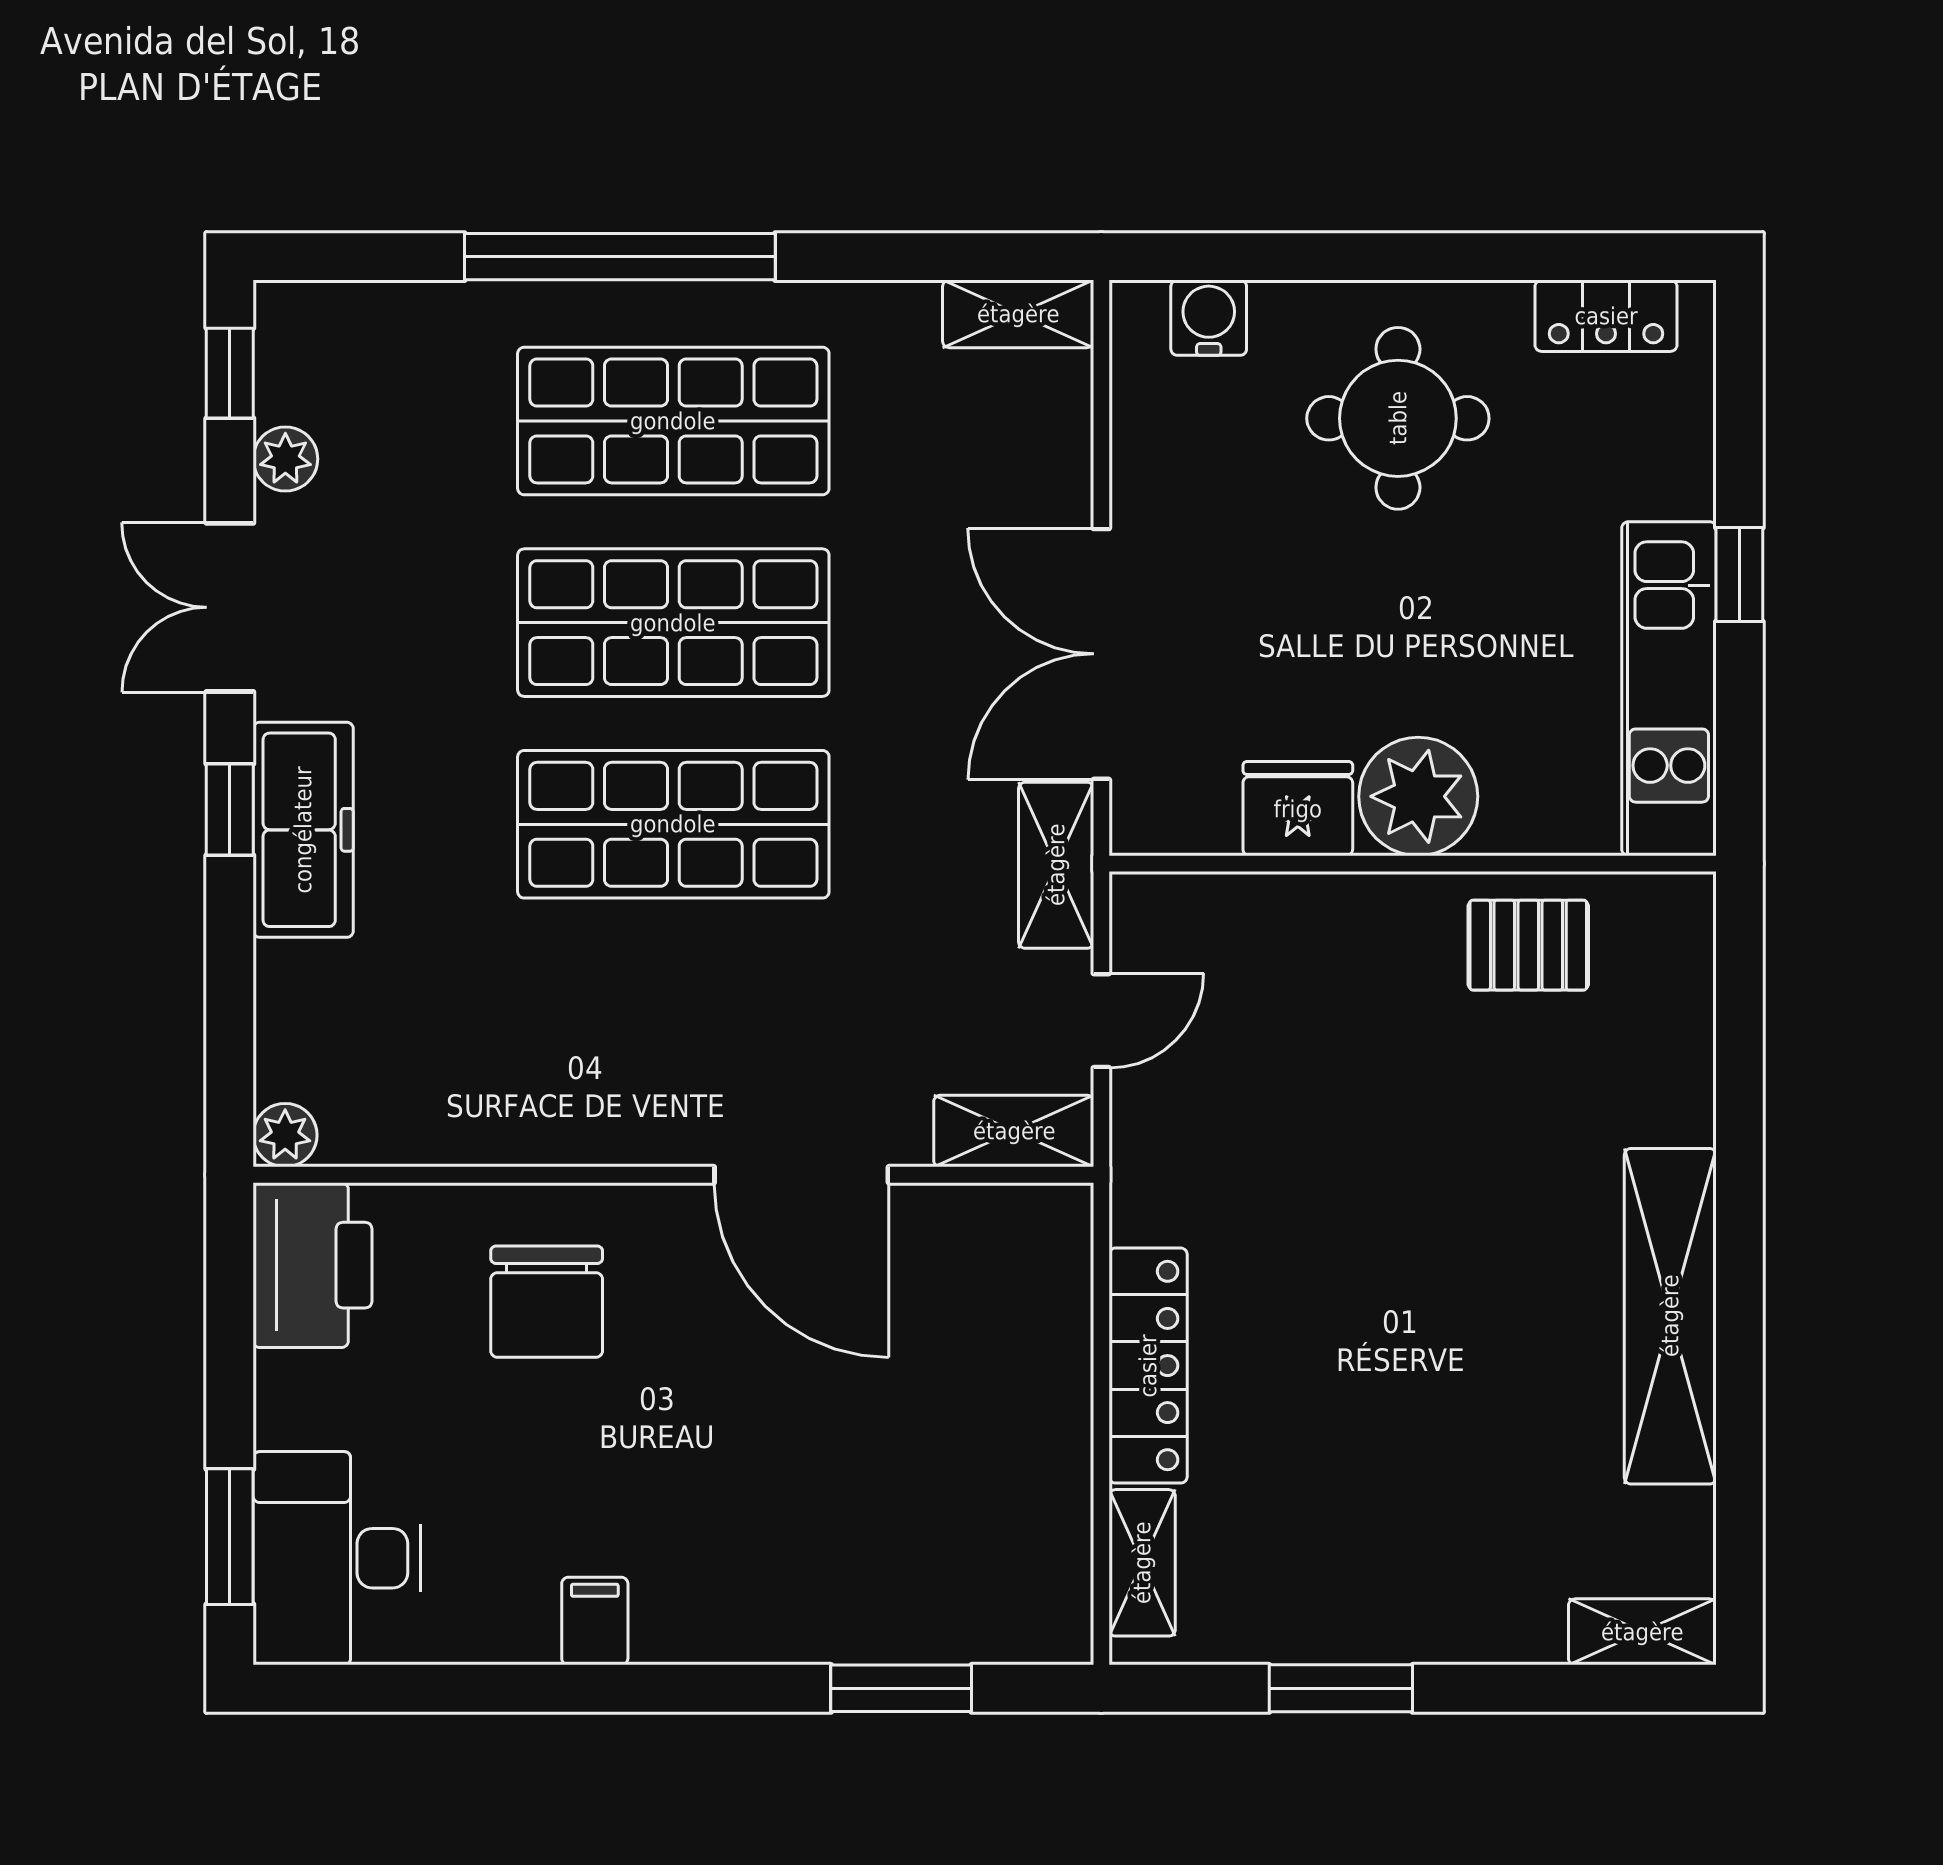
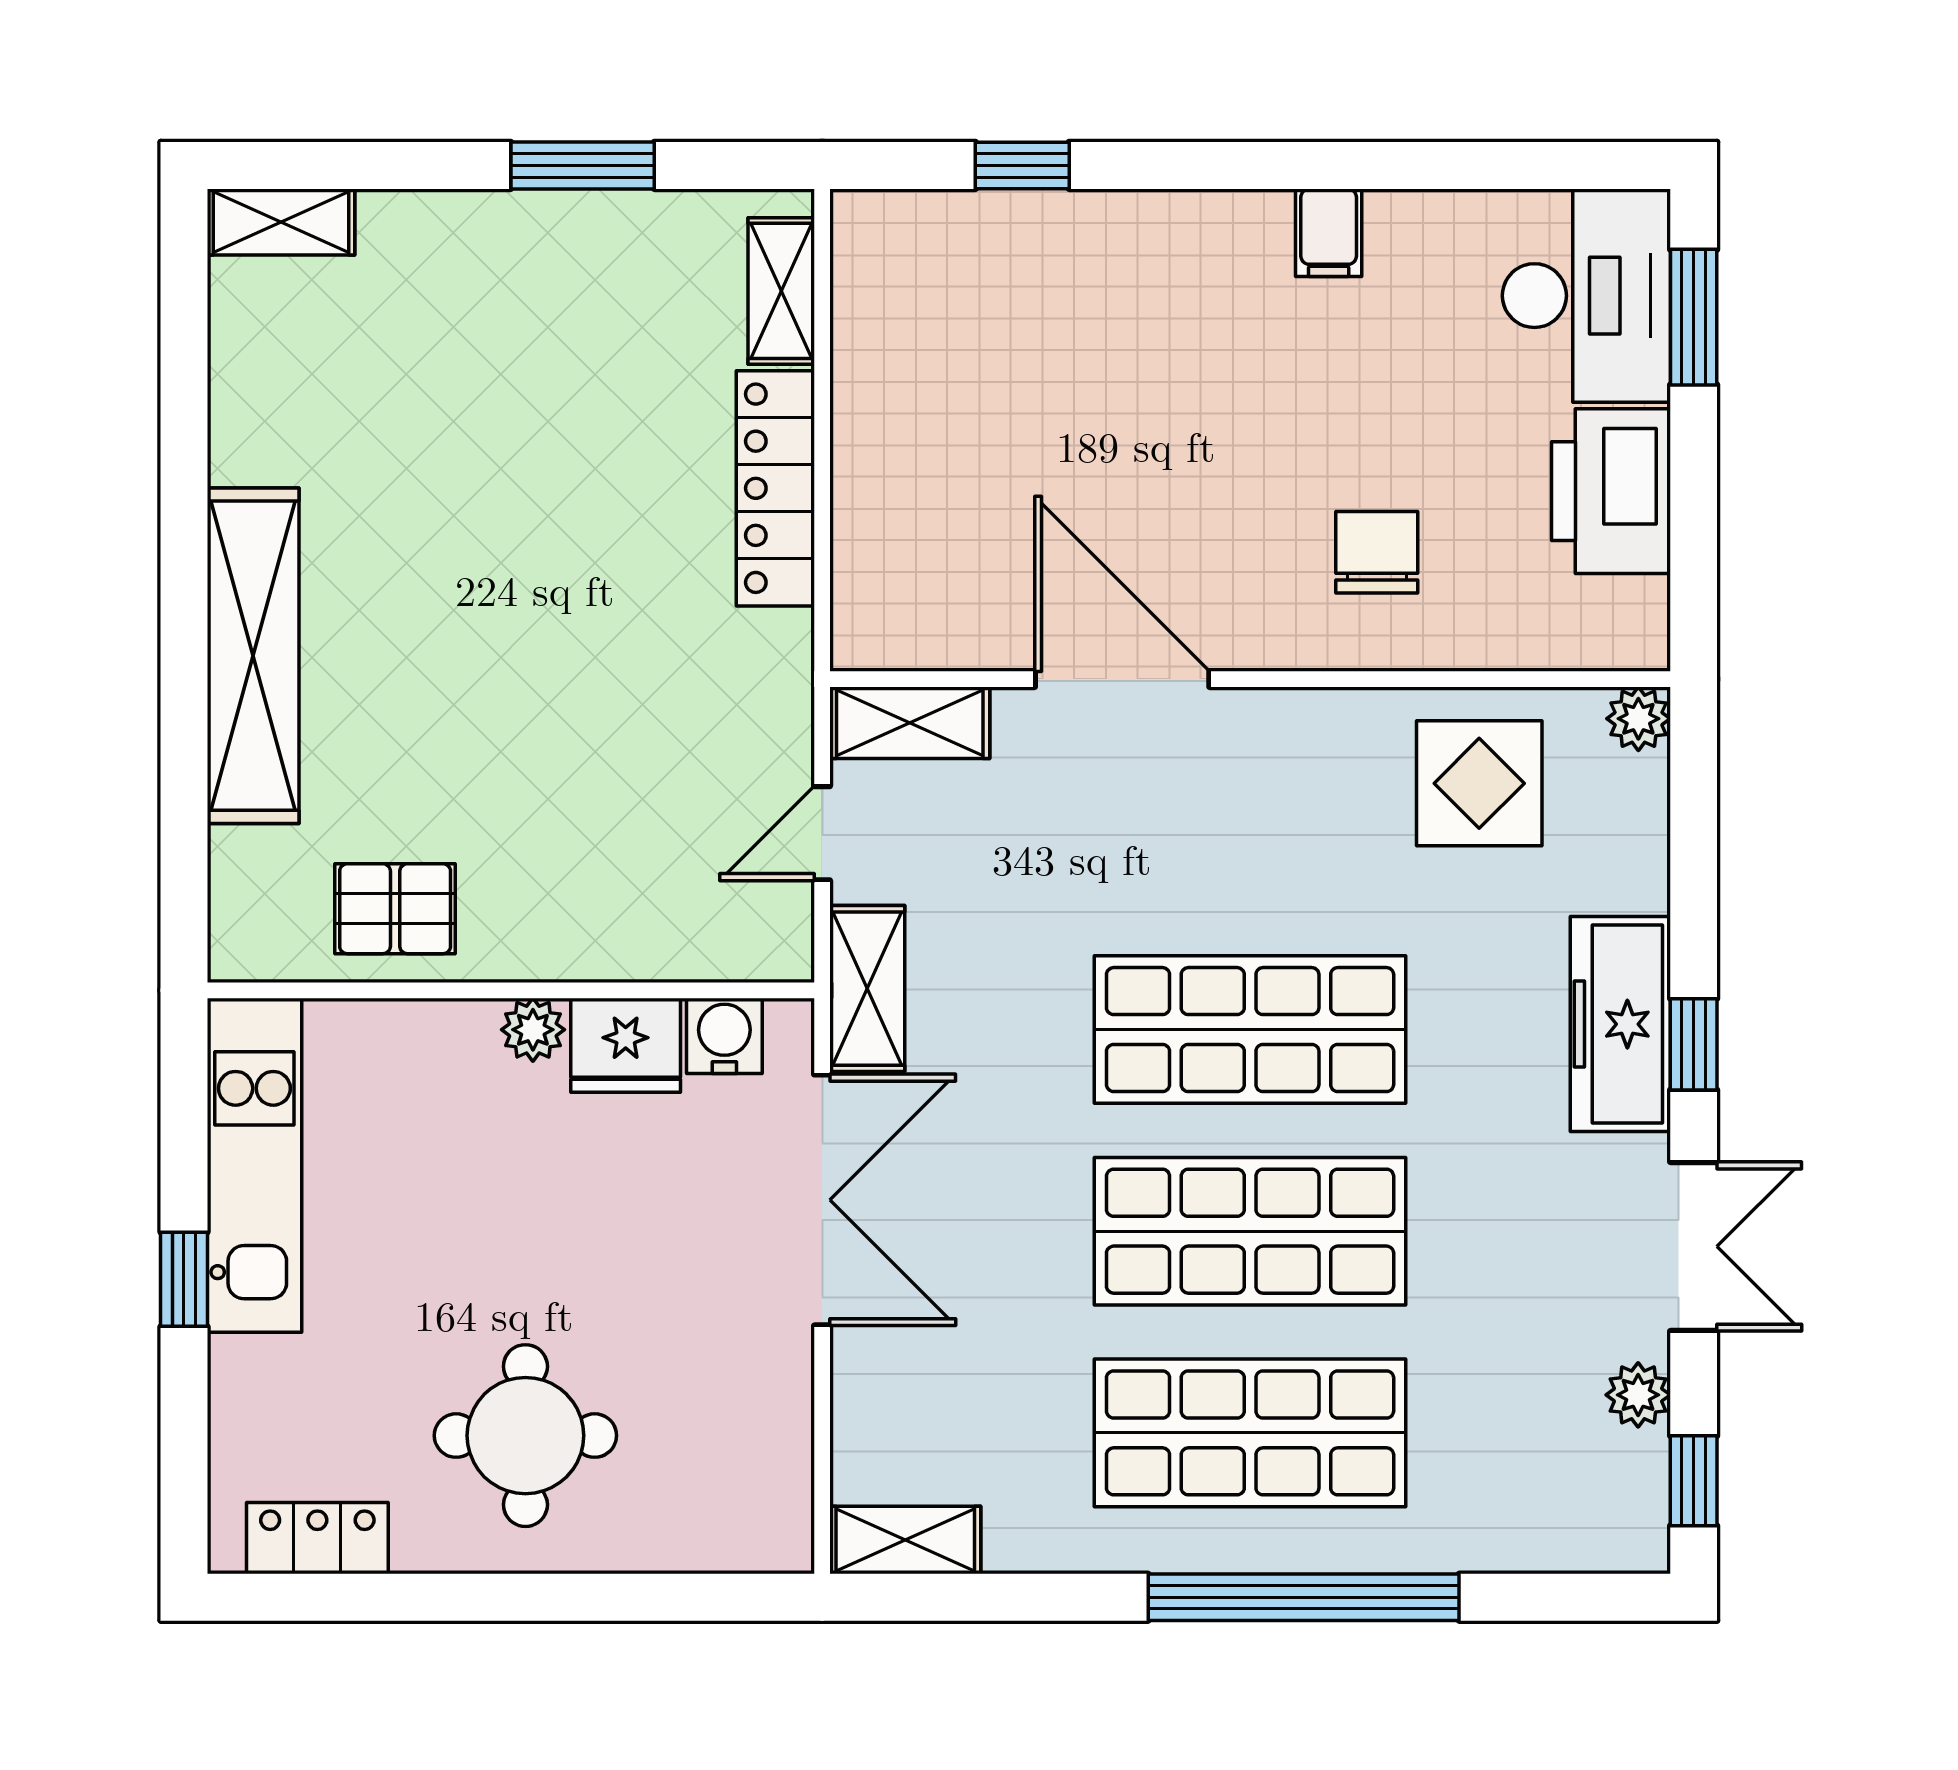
water cooler: (1209, 318) -> (724, 1036), moved, turned 180
plant: (1418, 796) -> (533, 1030), width x0.53, depth x0.53
display table: (444, 1071) -> (1479, 783), added
printer: (313, 1265) -> (1611, 491), moved
chair: (547, 1302) -> (1377, 552), width x0.73, depth x0.73
shelving: (1670, 1316) -> (253, 656), moved
window: (901, 1688) -> (1022, 165), width x0.67

